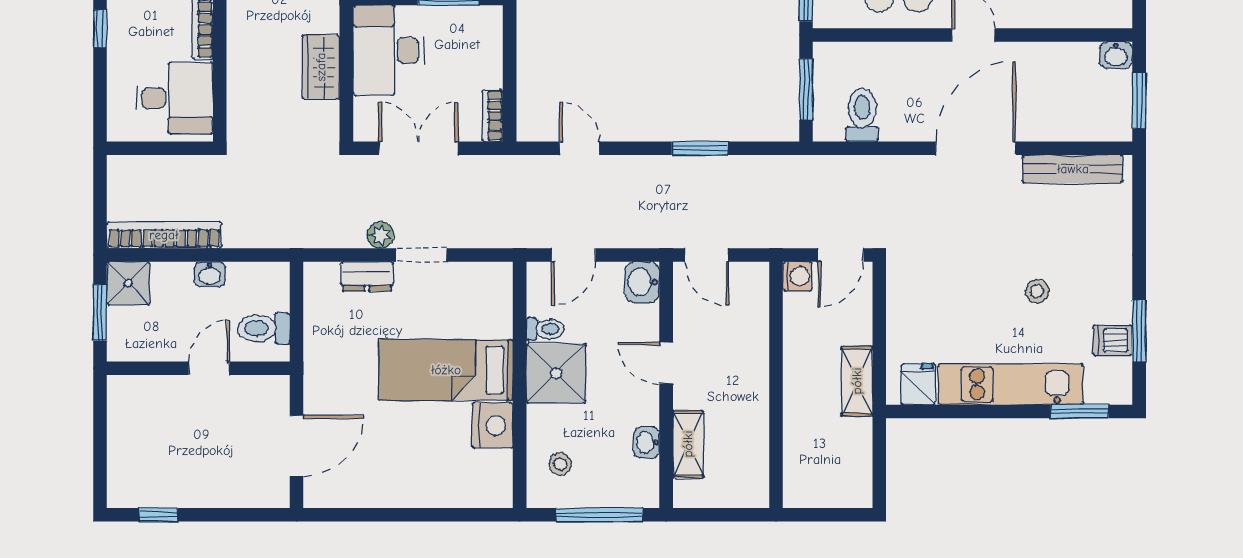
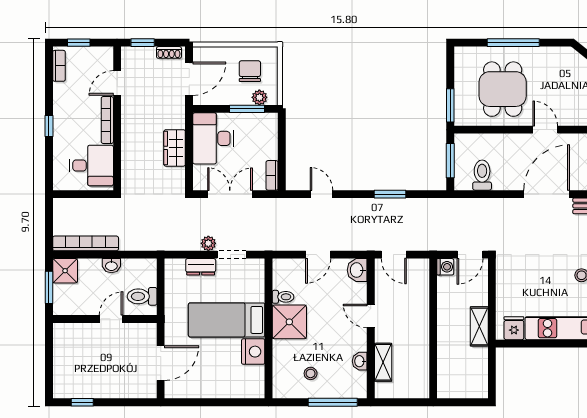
toilet: (545, 329) -> (283, 297), moved
bed: (446, 370) -> (227, 320), moved
shower: (556, 373) -> (289, 322), moved
wall: (520, 385) -> (269, 328), moved
nightstand: (493, 425) -> (253, 352), moved

